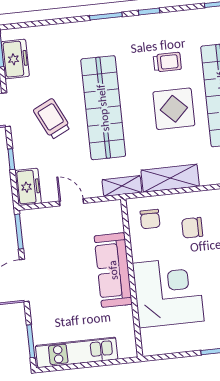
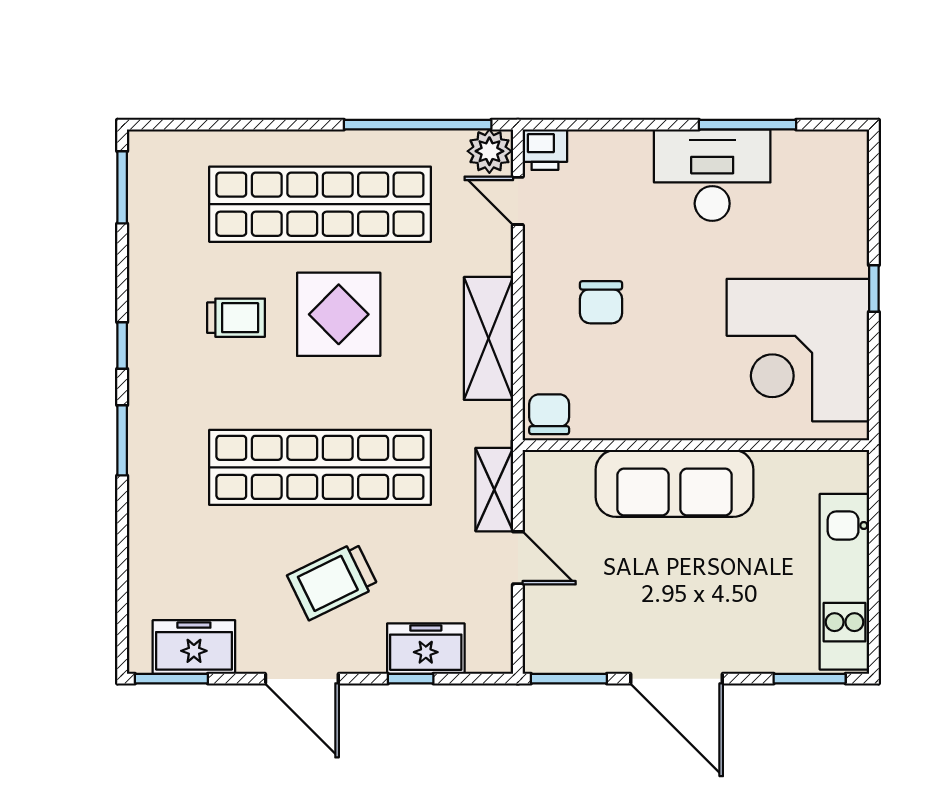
trolley: (167, 62) -> (236, 318), turned 90
shelving: (122, 186) -> (494, 490), moved
freezer: (28, 187) -> (426, 649), moved
door: (72, 202) -> (518, 558), swing flipped
chair: (150, 219) -> (549, 414), moved, turned -90
corner desk: (168, 292) -> (798, 350), moved, turned -90

